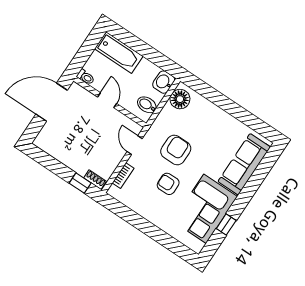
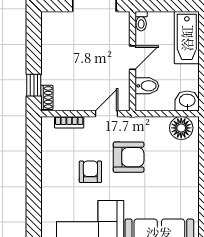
bidet: (147, 105) -> (147, 86), moved, turned 90

